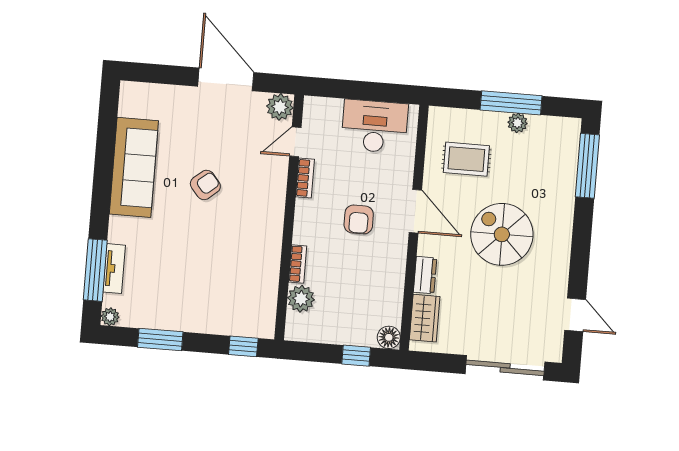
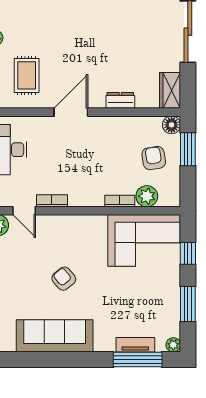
armchair: (359, 219) -> (154, 158), moved, turned -99
spiral stairs: (502, 234) -> (83, 43), removed
corner sofa: (245, 291) -> (144, 240), added
wardrobe: (425, 318) -> (170, 90), moved, turned -90
window: (243, 346) -> (188, 253), moved
window: (356, 356) -> (188, 149), width x1.50

